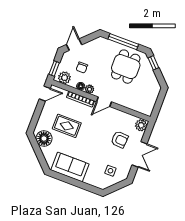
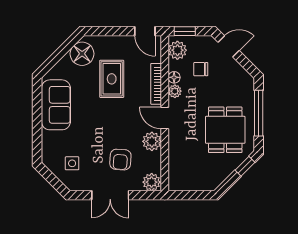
dining table: (126, 67) -> (225, 130), turned 90
plant: (116, 115) -> (152, 141), added

